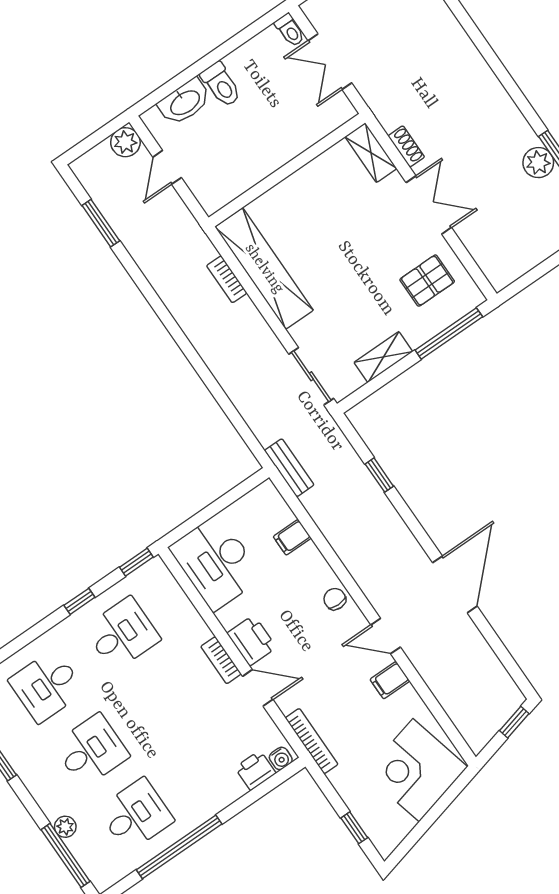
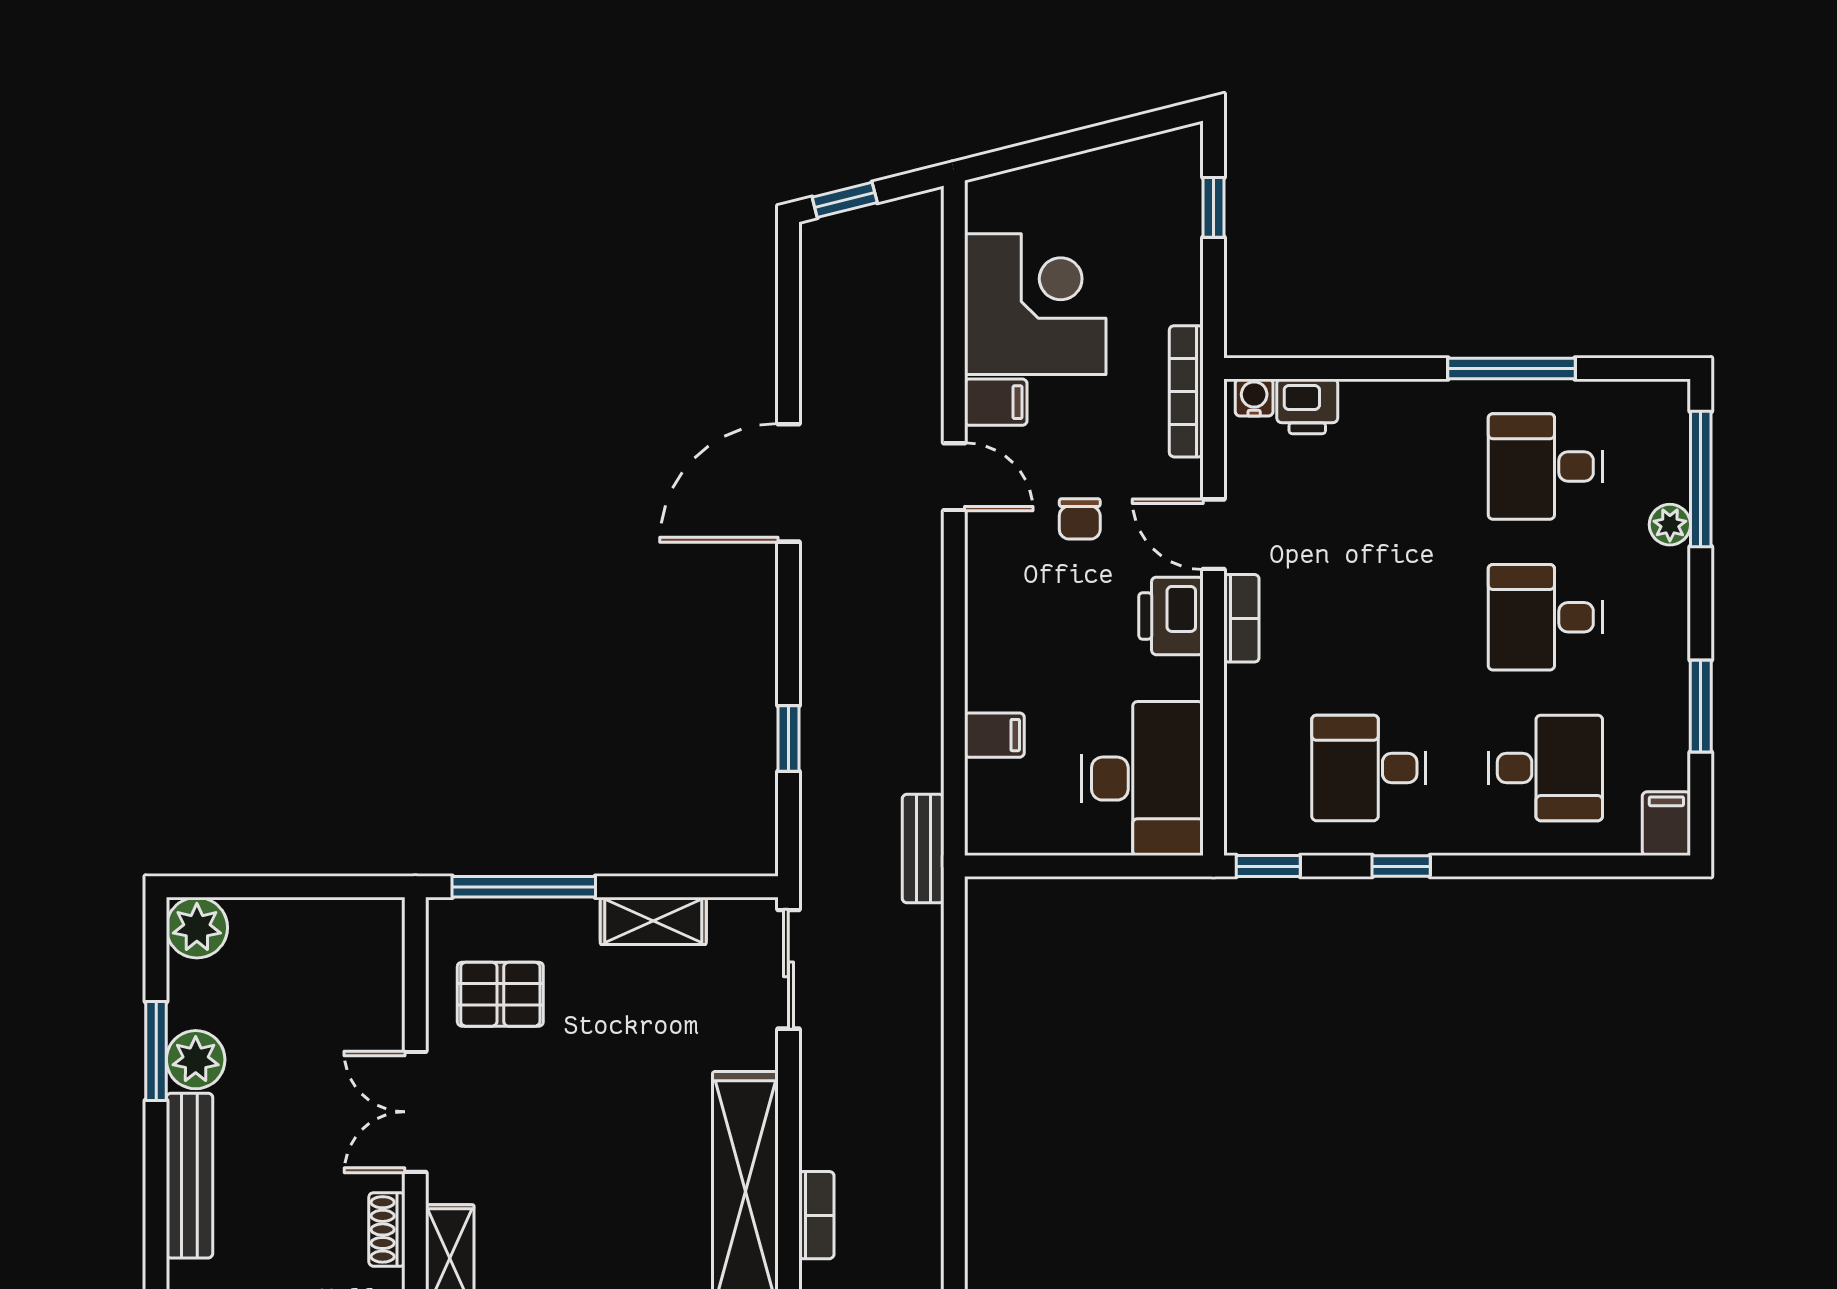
bench: (507, 111) -> (190, 1176), added
chair: (335, 599) -> (1080, 519), moved
corner desk: (416, 770) -> (1035, 304), moved, turned -76
window: (179, 847) -> (1512, 368), width x0.68

